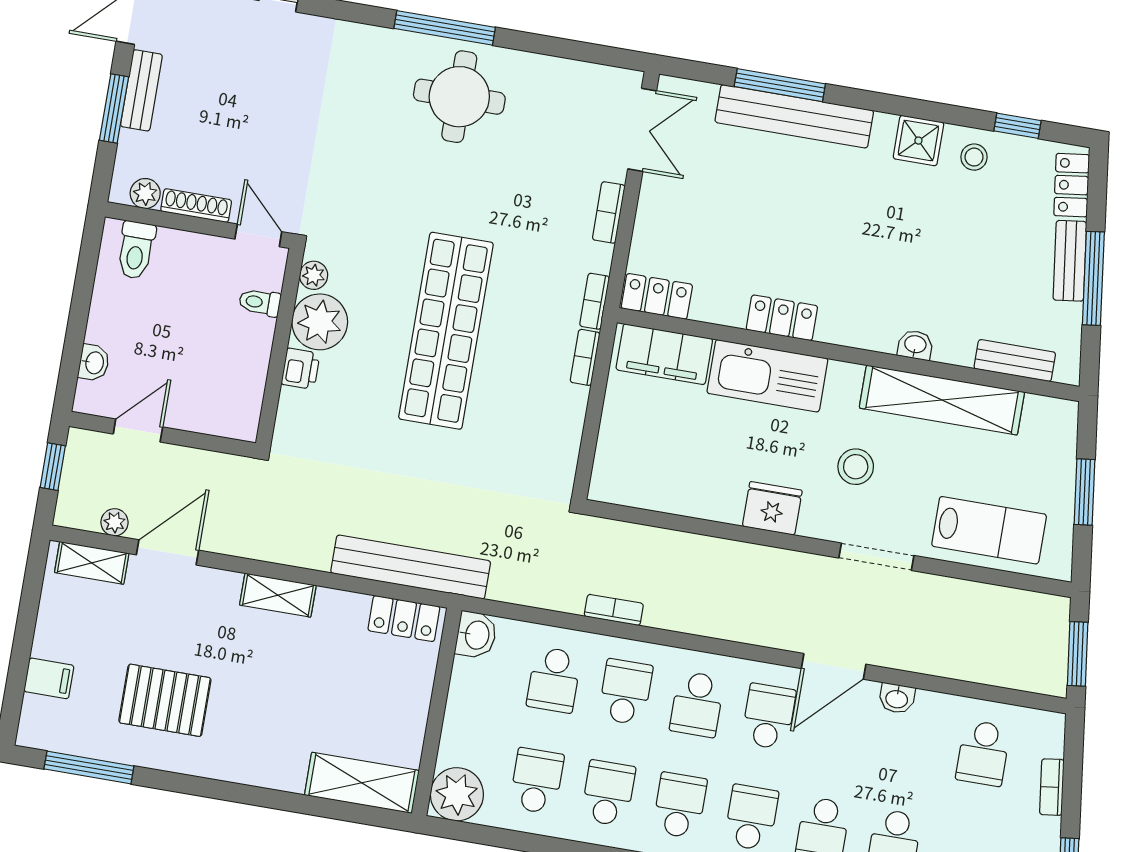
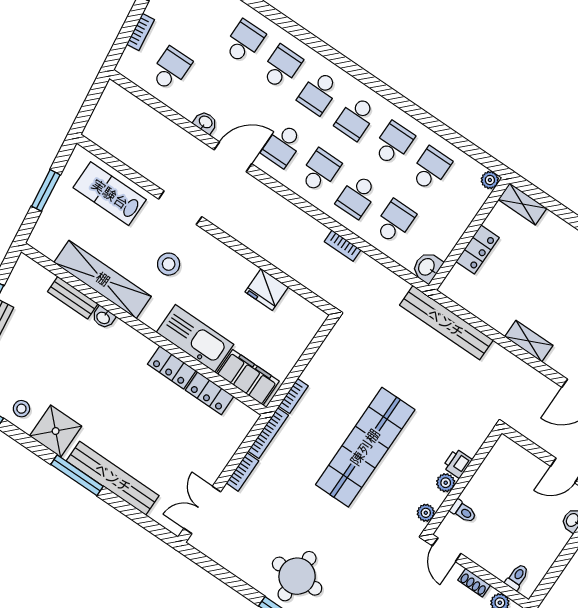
window: (780, 85) -> (77, 475), moved
shower: (918, 141) -> (56, 431), width x1.36, depth x1.36
shoe rack: (196, 206) -> (474, 583), width x0.70
toilet: (136, 250) -> (517, 577), width x0.73, depth x0.72
locker: (657, 296) -> (210, 393), moved
bookcase: (595, 301) -> (268, 433), width x1.56
plant: (320, 322) -> (446, 483), width x0.53, depth x0.53
bench: (1015, 360) -> (73, 298), moved
fridge: (772, 508) -> (267, 289), moved
locker: (404, 618) -> (478, 250), moved, turned 90
window: (1078, 654) -> (92, 101), removed
school desk: (537, 781) -> (431, 169), turned 180
shelving: (362, 783) -> (522, 204), width x0.67, depth x0.75
school desk: (608, 793) -> (393, 143), turned 180
plant: (457, 794) -> (490, 180), width x0.53, depth x0.53

